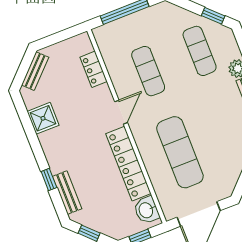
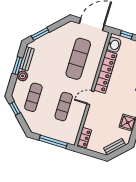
locker: (93, 69) -> (84, 138), moved

